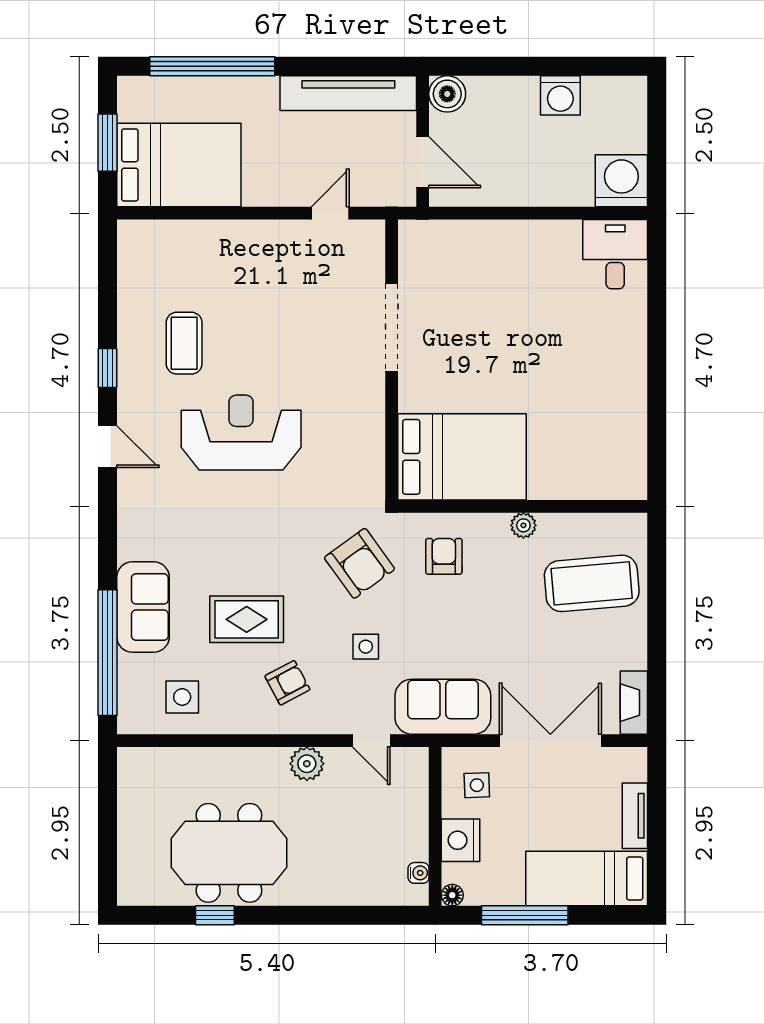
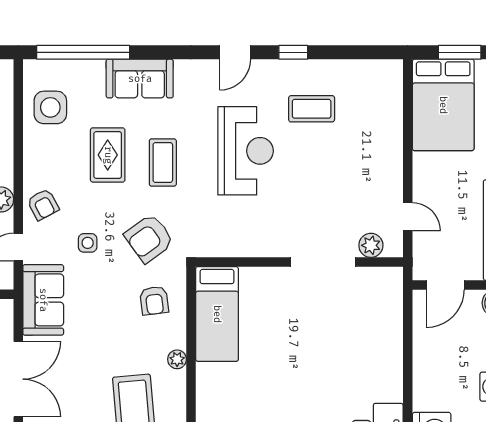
plant: (369, 263) -> (371, 245), added
bed: (462, 457) -> (217, 314), width x0.67
coffee table: (257, 545) -> (163, 162), added
armchair: (444, 556) -> (154, 301), turned 83
sofa: (143, 607) -> (140, 79), moved
armchair: (287, 683) -> (43, 205), moved
side table: (182, 697) -> (50, 107), width x1.37, depth x1.37

